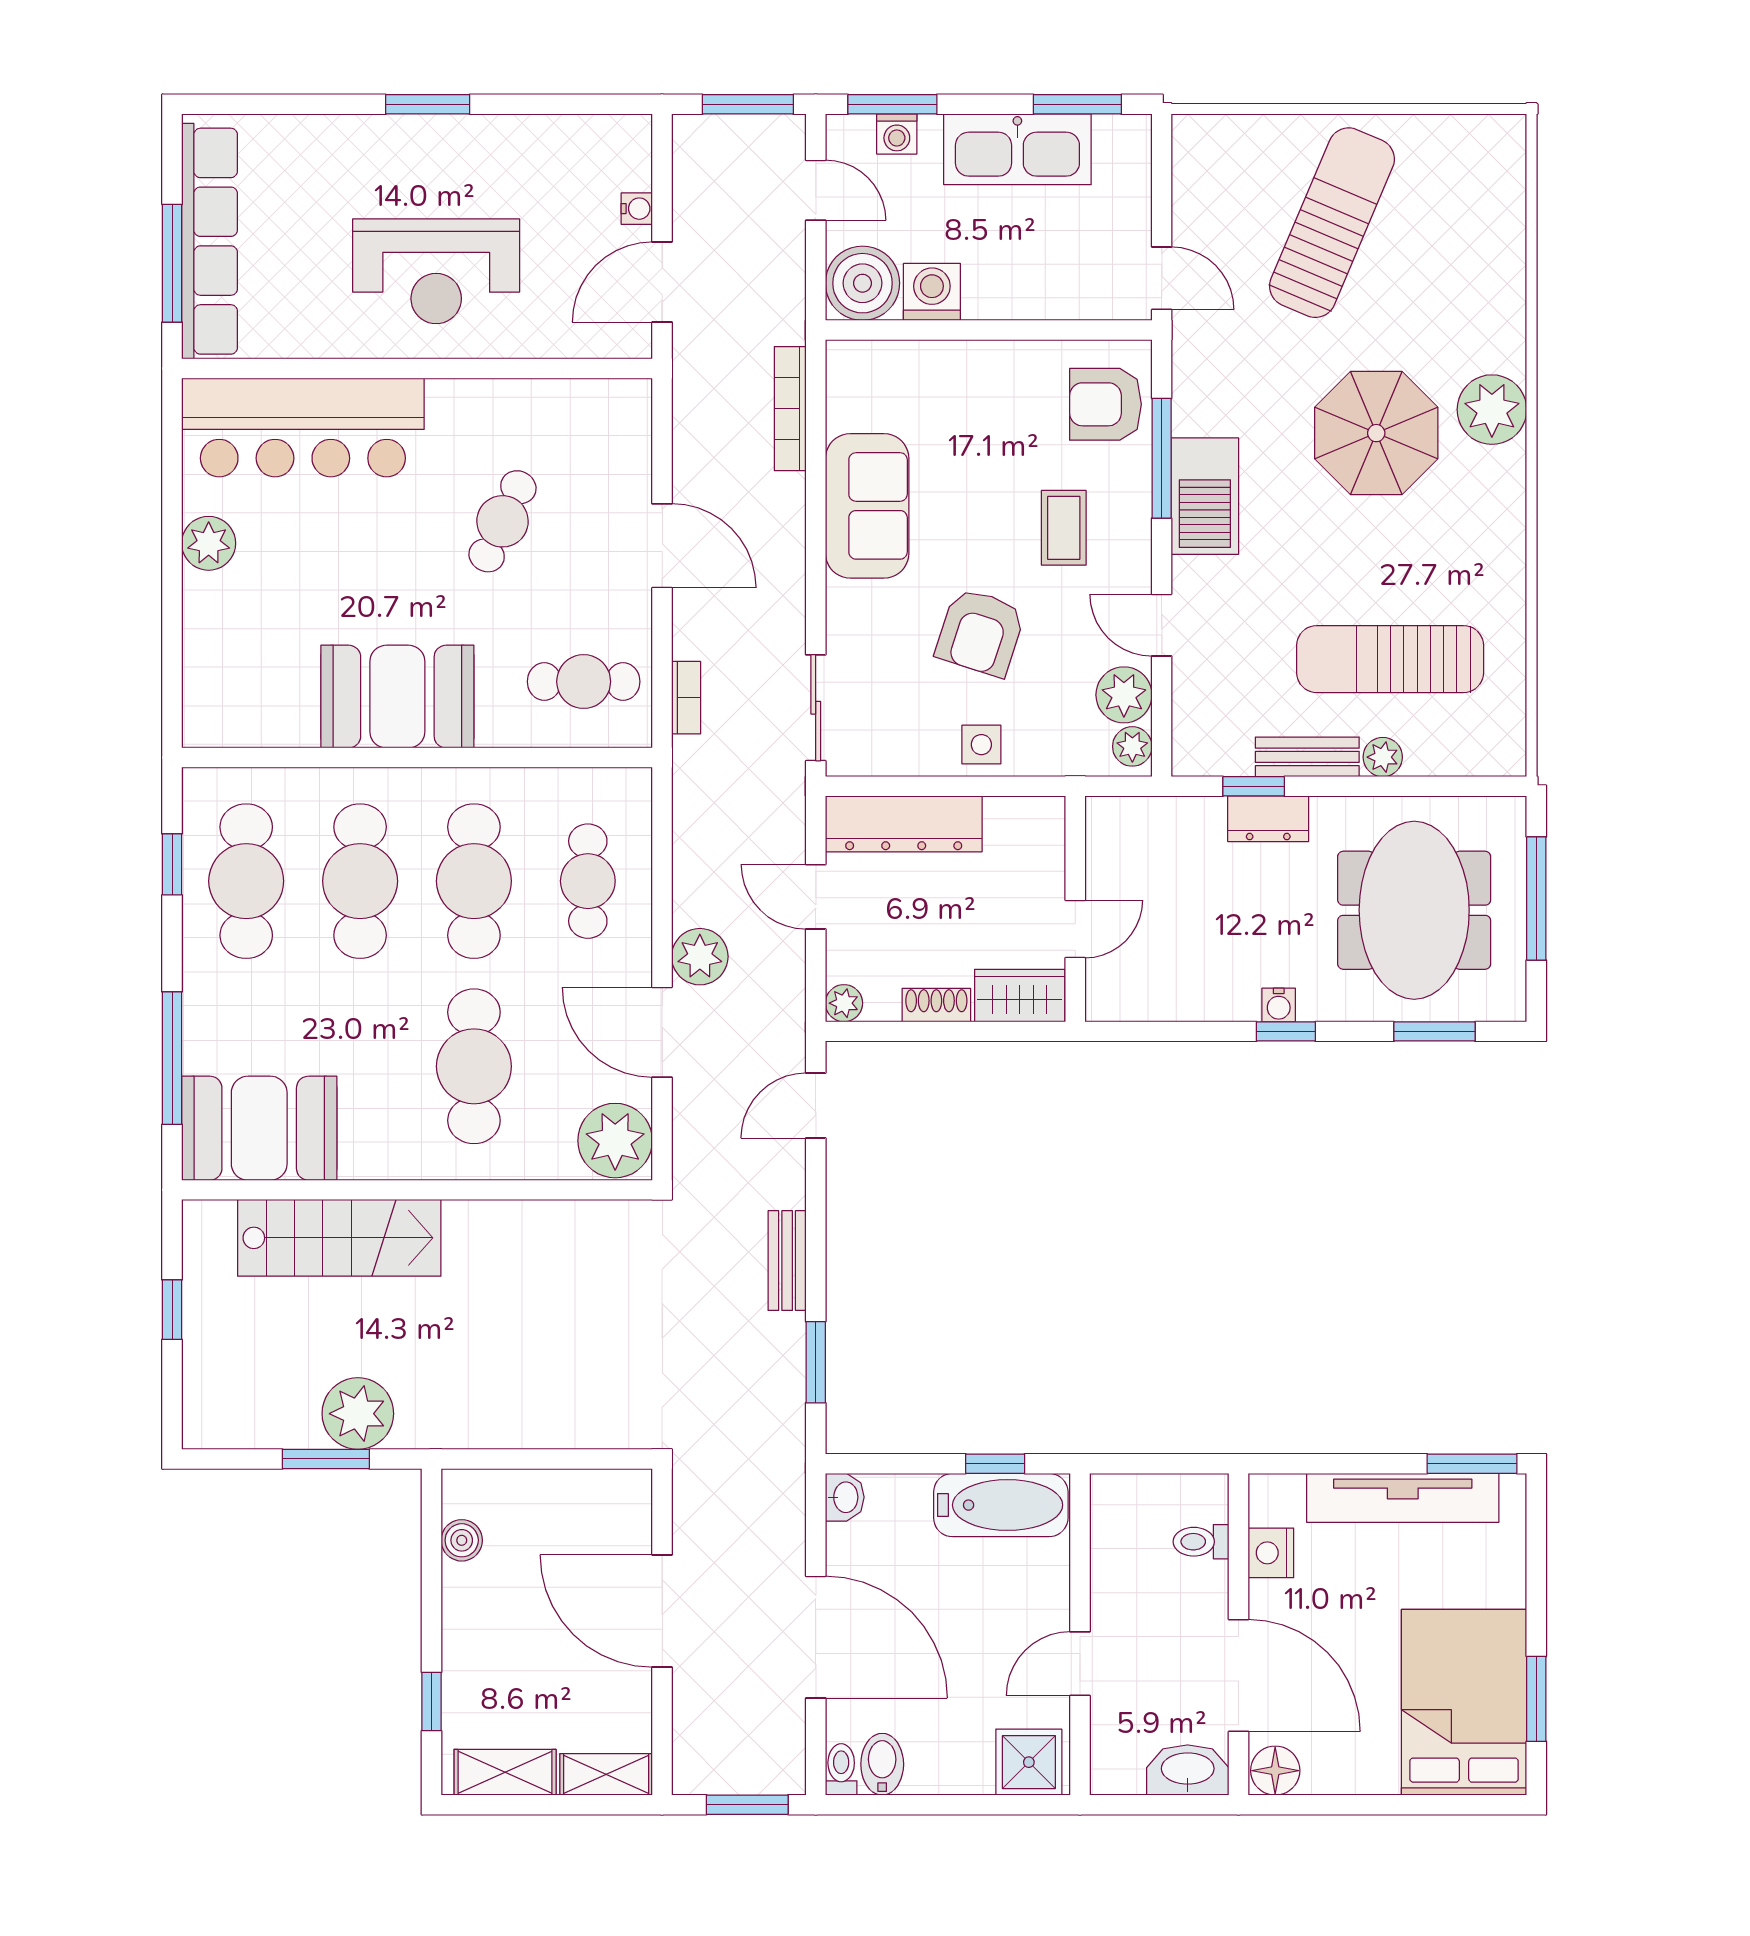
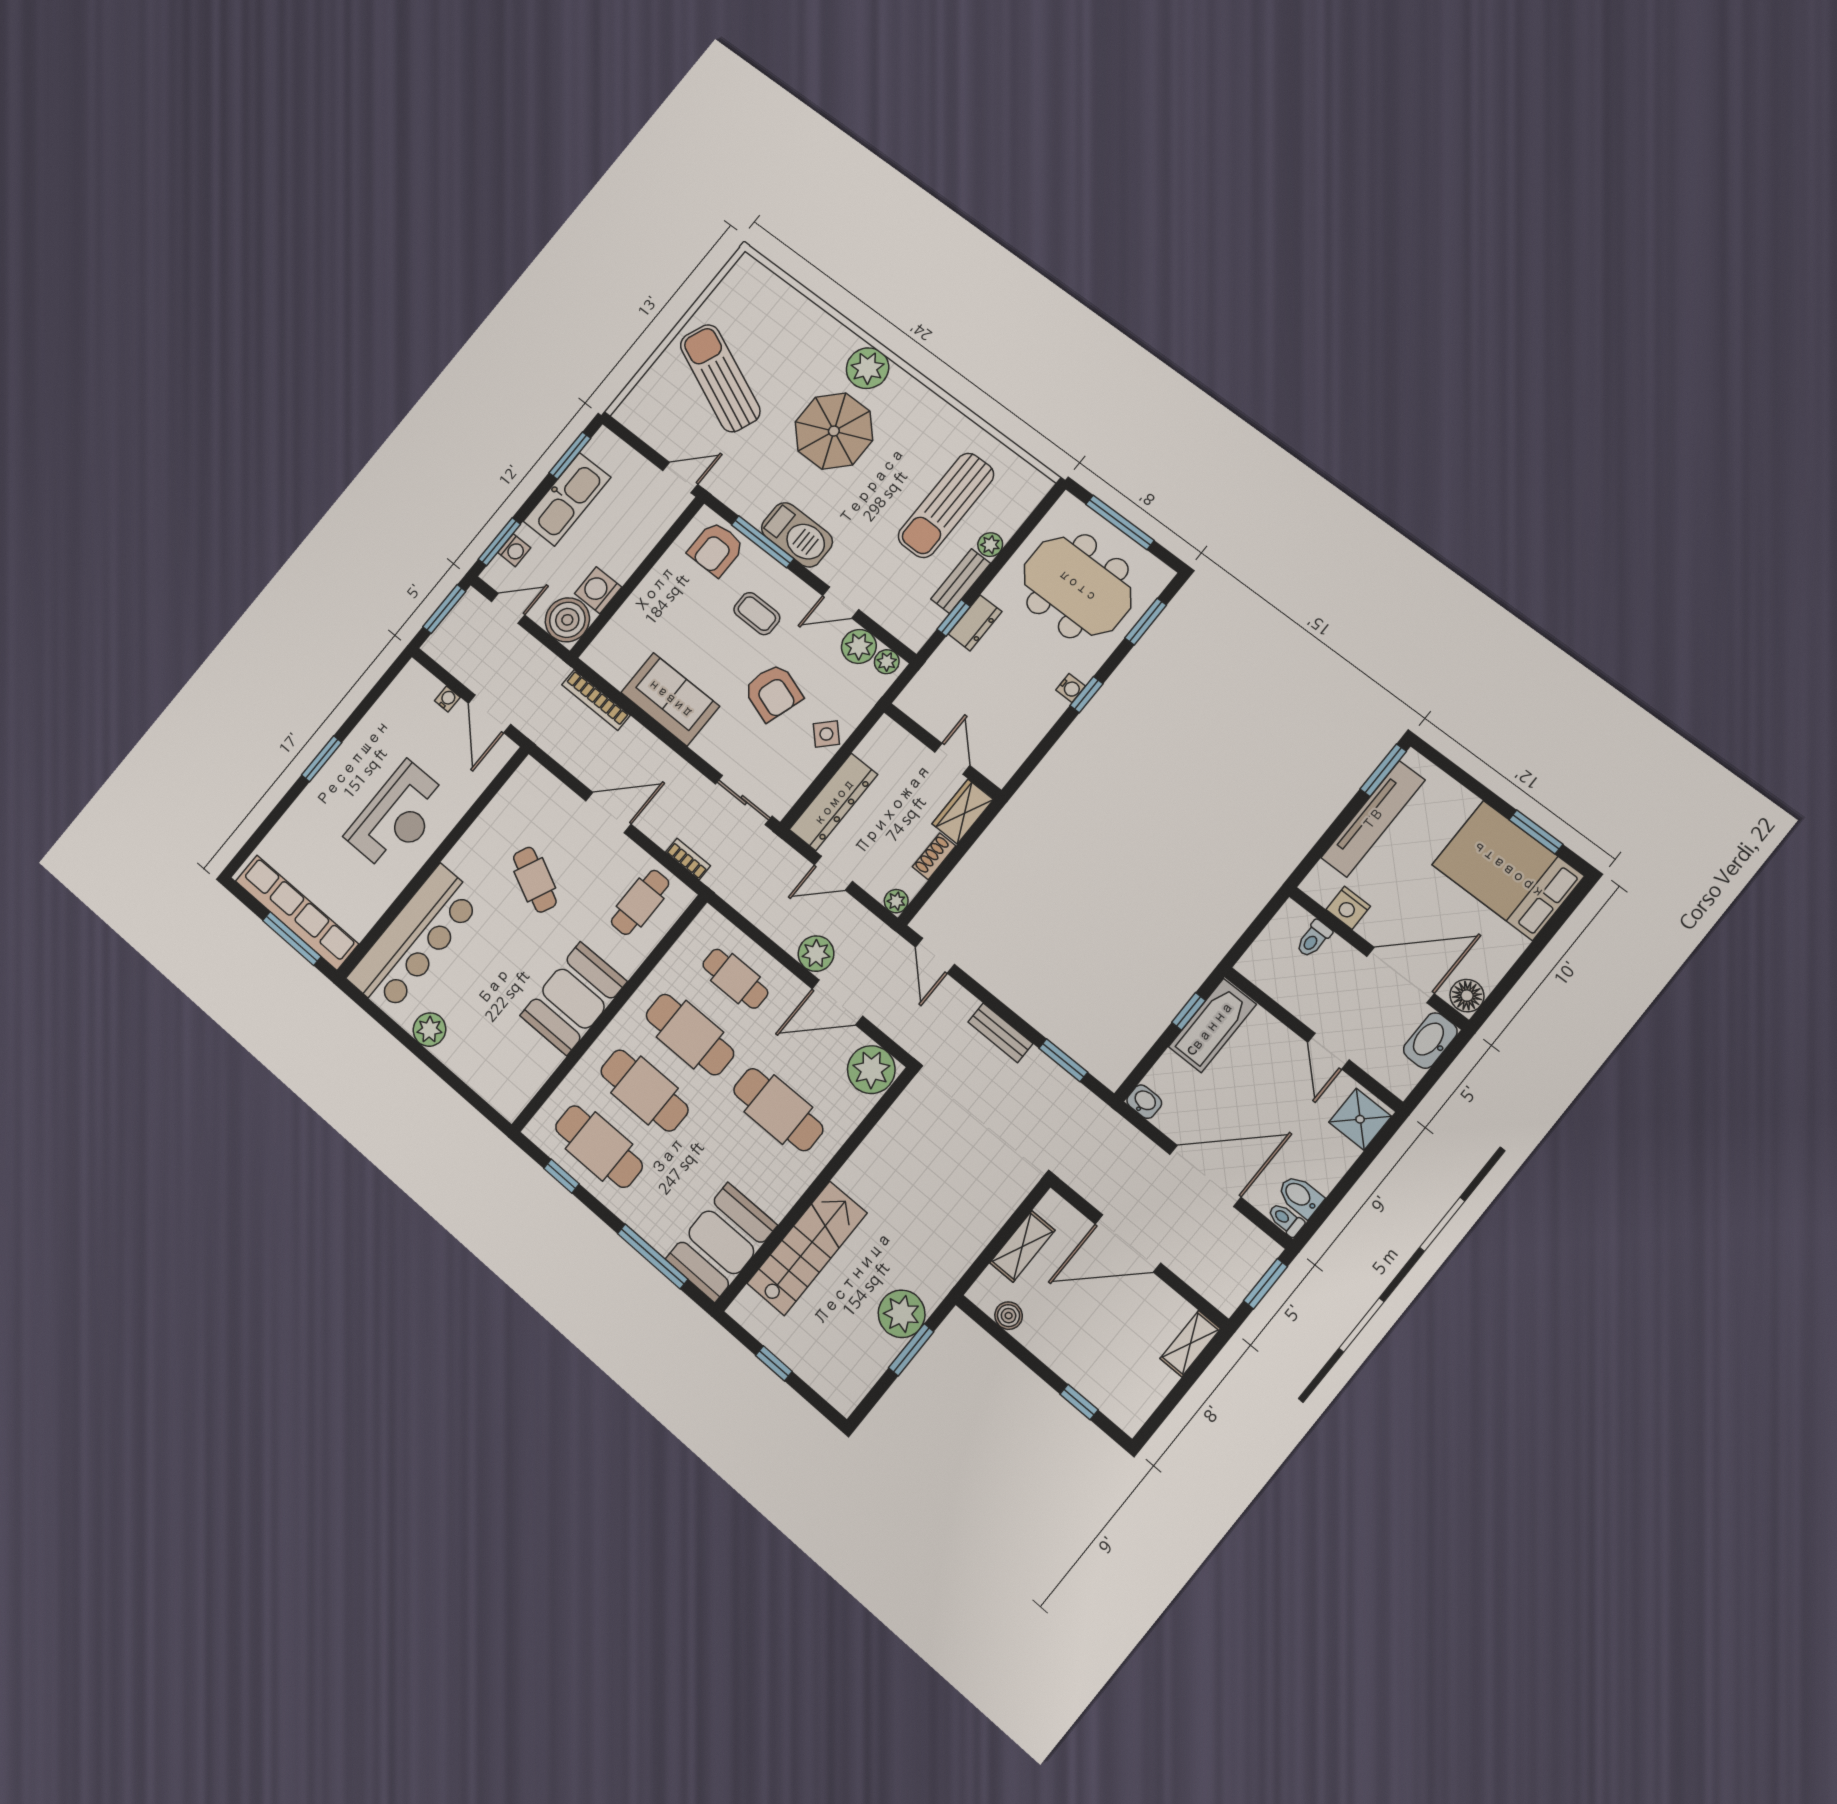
side table: (981, 745) -> (826, 734), turned 45
shelving: (505, 1772) -> (1022, 1247), moved

